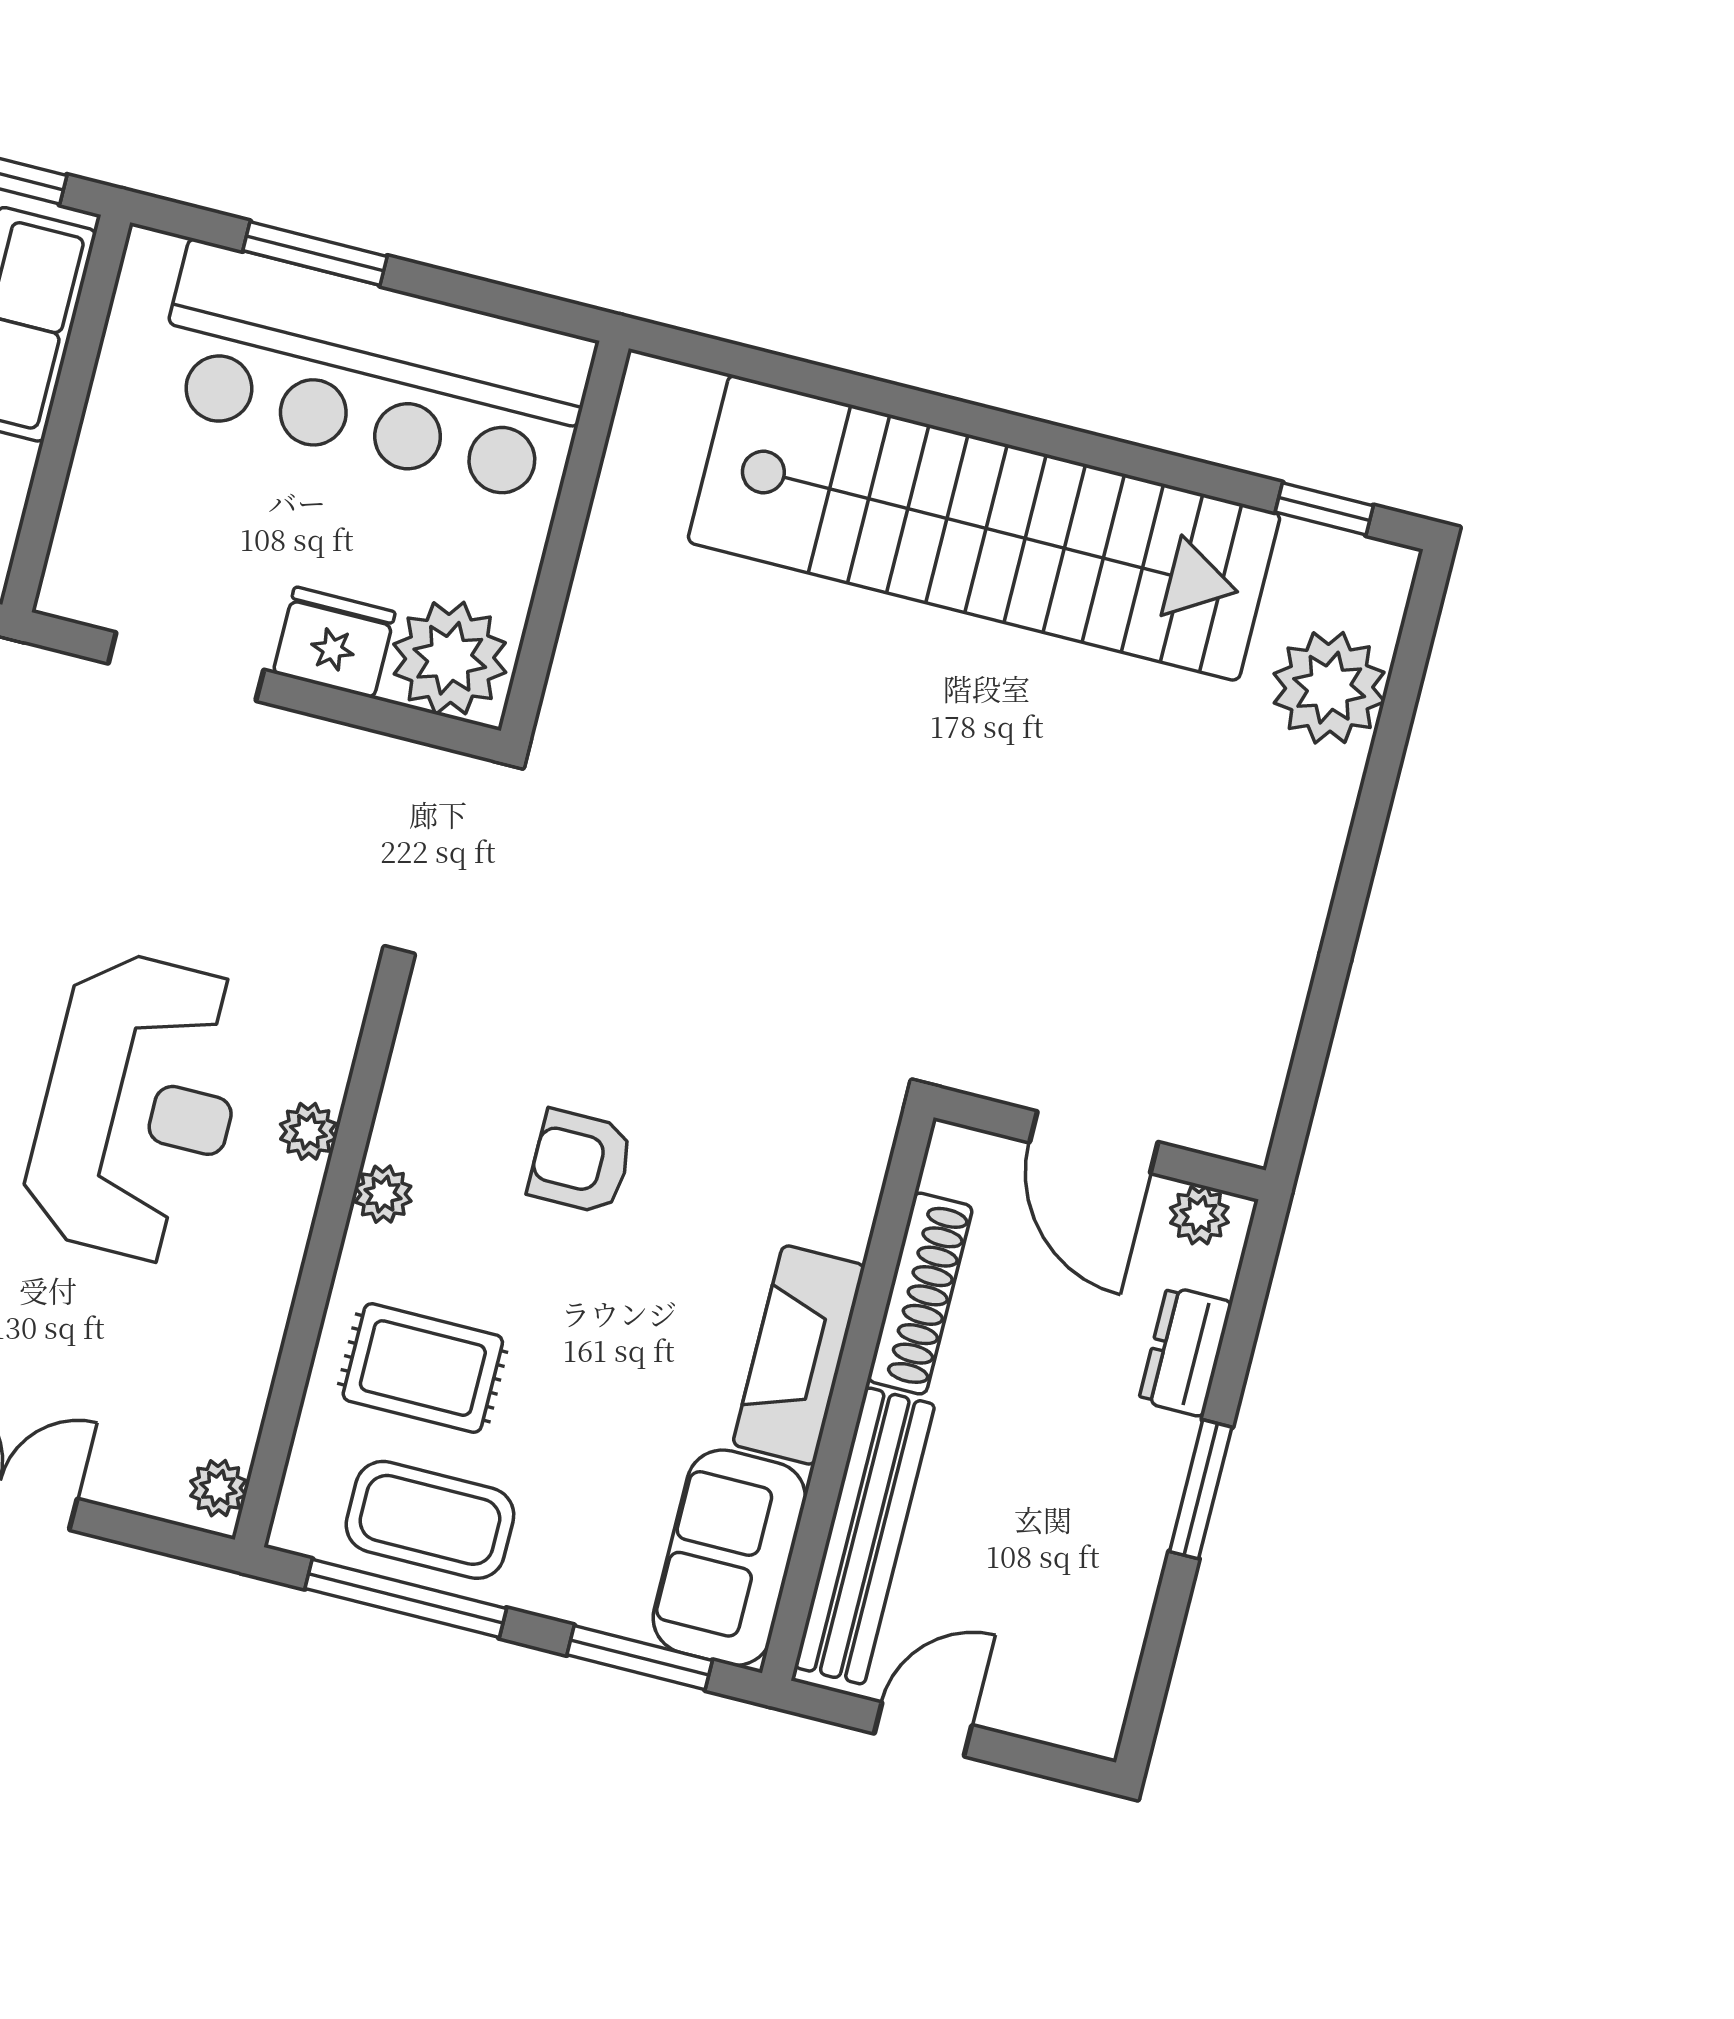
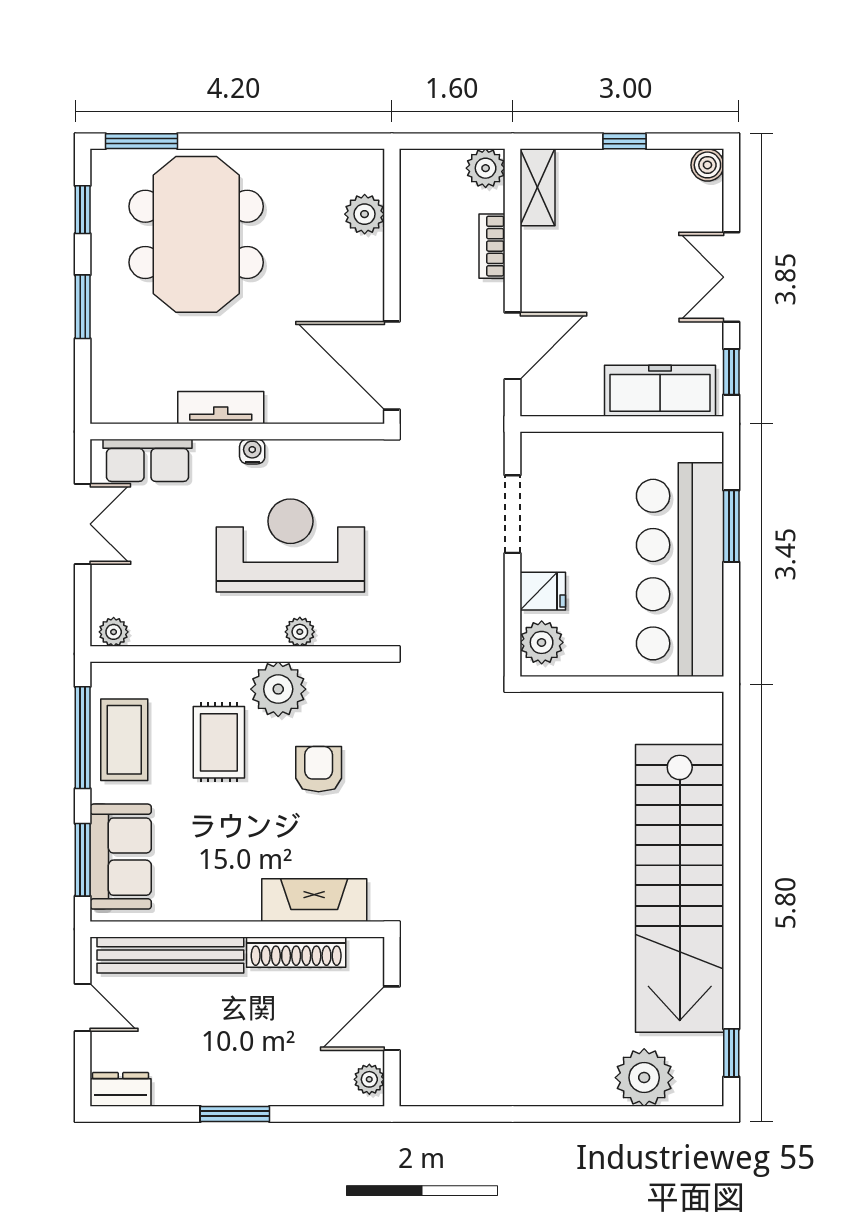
fridge: (334, 642) -> (543, 591), width x0.72
plant: (450, 658) -> (542, 642), width x0.73, depth x0.73
reception desk: (138, 1107) -> (290, 545), turned 180
plant: (383, 1194) -> (278, 689), width x1.88, depth x1.88
dresser: (1185, 1351) -> (121, 1089), moved
fireplace: (799, 1355) -> (314, 900), moved
rug: (423, 1368) -> (219, 742), moved
sofa: (729, 1558) -> (121, 857), moved, turned 90

